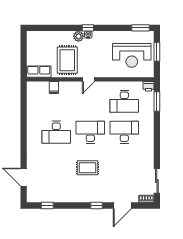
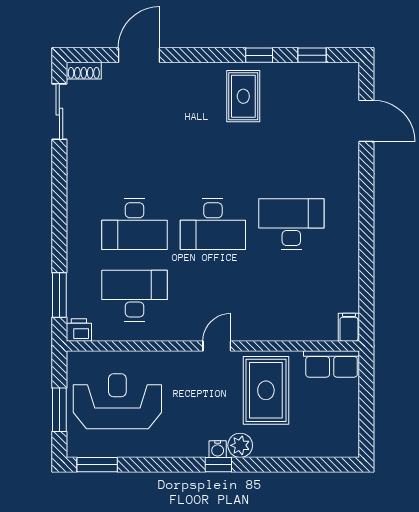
filing cabinet: (54, 88) -> (349, 327), moved
rug: (87, 168) -> (243, 96), moved, turned 90
window: (96, 206) -> (259, 55), moved

